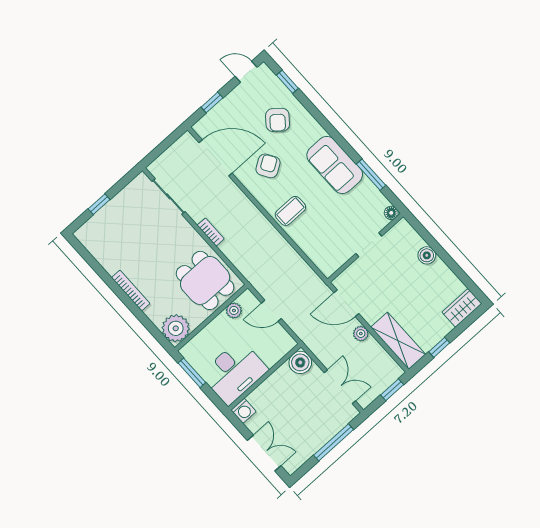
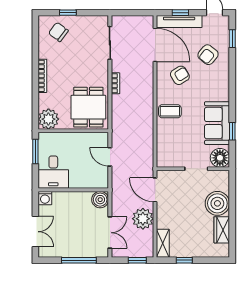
tv unit: (219, 113) -> (179, 22), added
sofa: (335, 165) -> (217, 123), moved
window: (371, 175) -> (232, 131), width x0.67
floor lamp: (391, 213) -> (220, 158), width x1.89, depth x1.89
chair: (107, 232) -> (58, 32), added
boiler: (427, 255) -> (217, 203), width x1.86, depth x1.86
wardrobe: (462, 308) -> (222, 230), moved, turned -90
plant: (234, 310) -> (89, 138), removed
plant: (361, 334) -> (143, 219), width x1.87, depth x1.87
shelving: (398, 341) -> (163, 243), width x0.67, depth x0.75
desk: (234, 372) -> (53, 172), width x0.73

